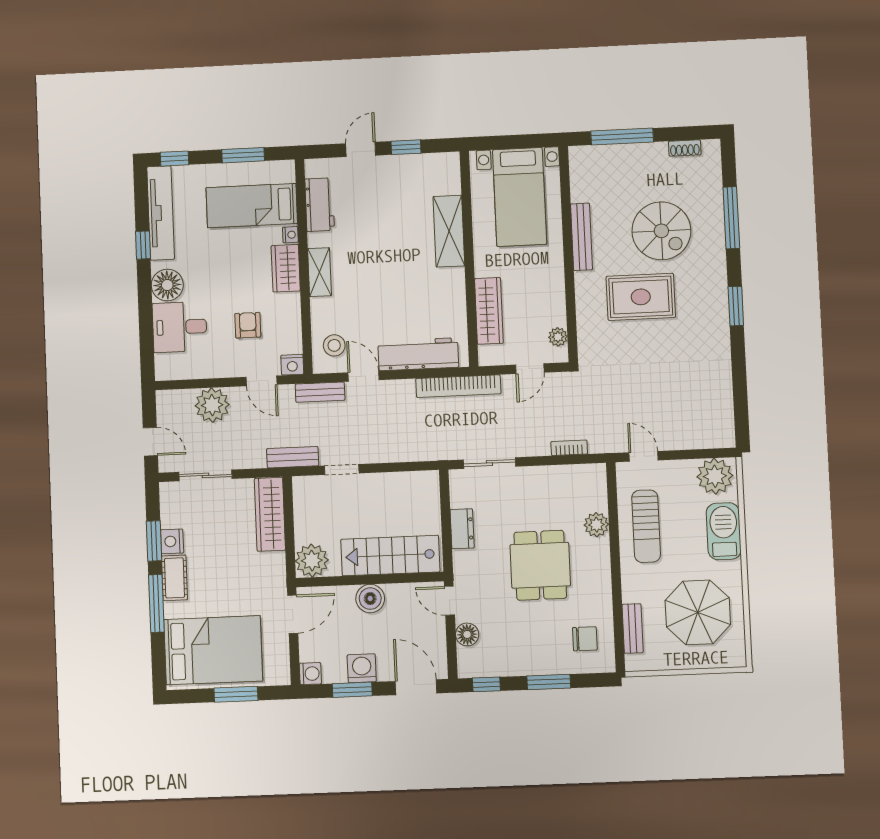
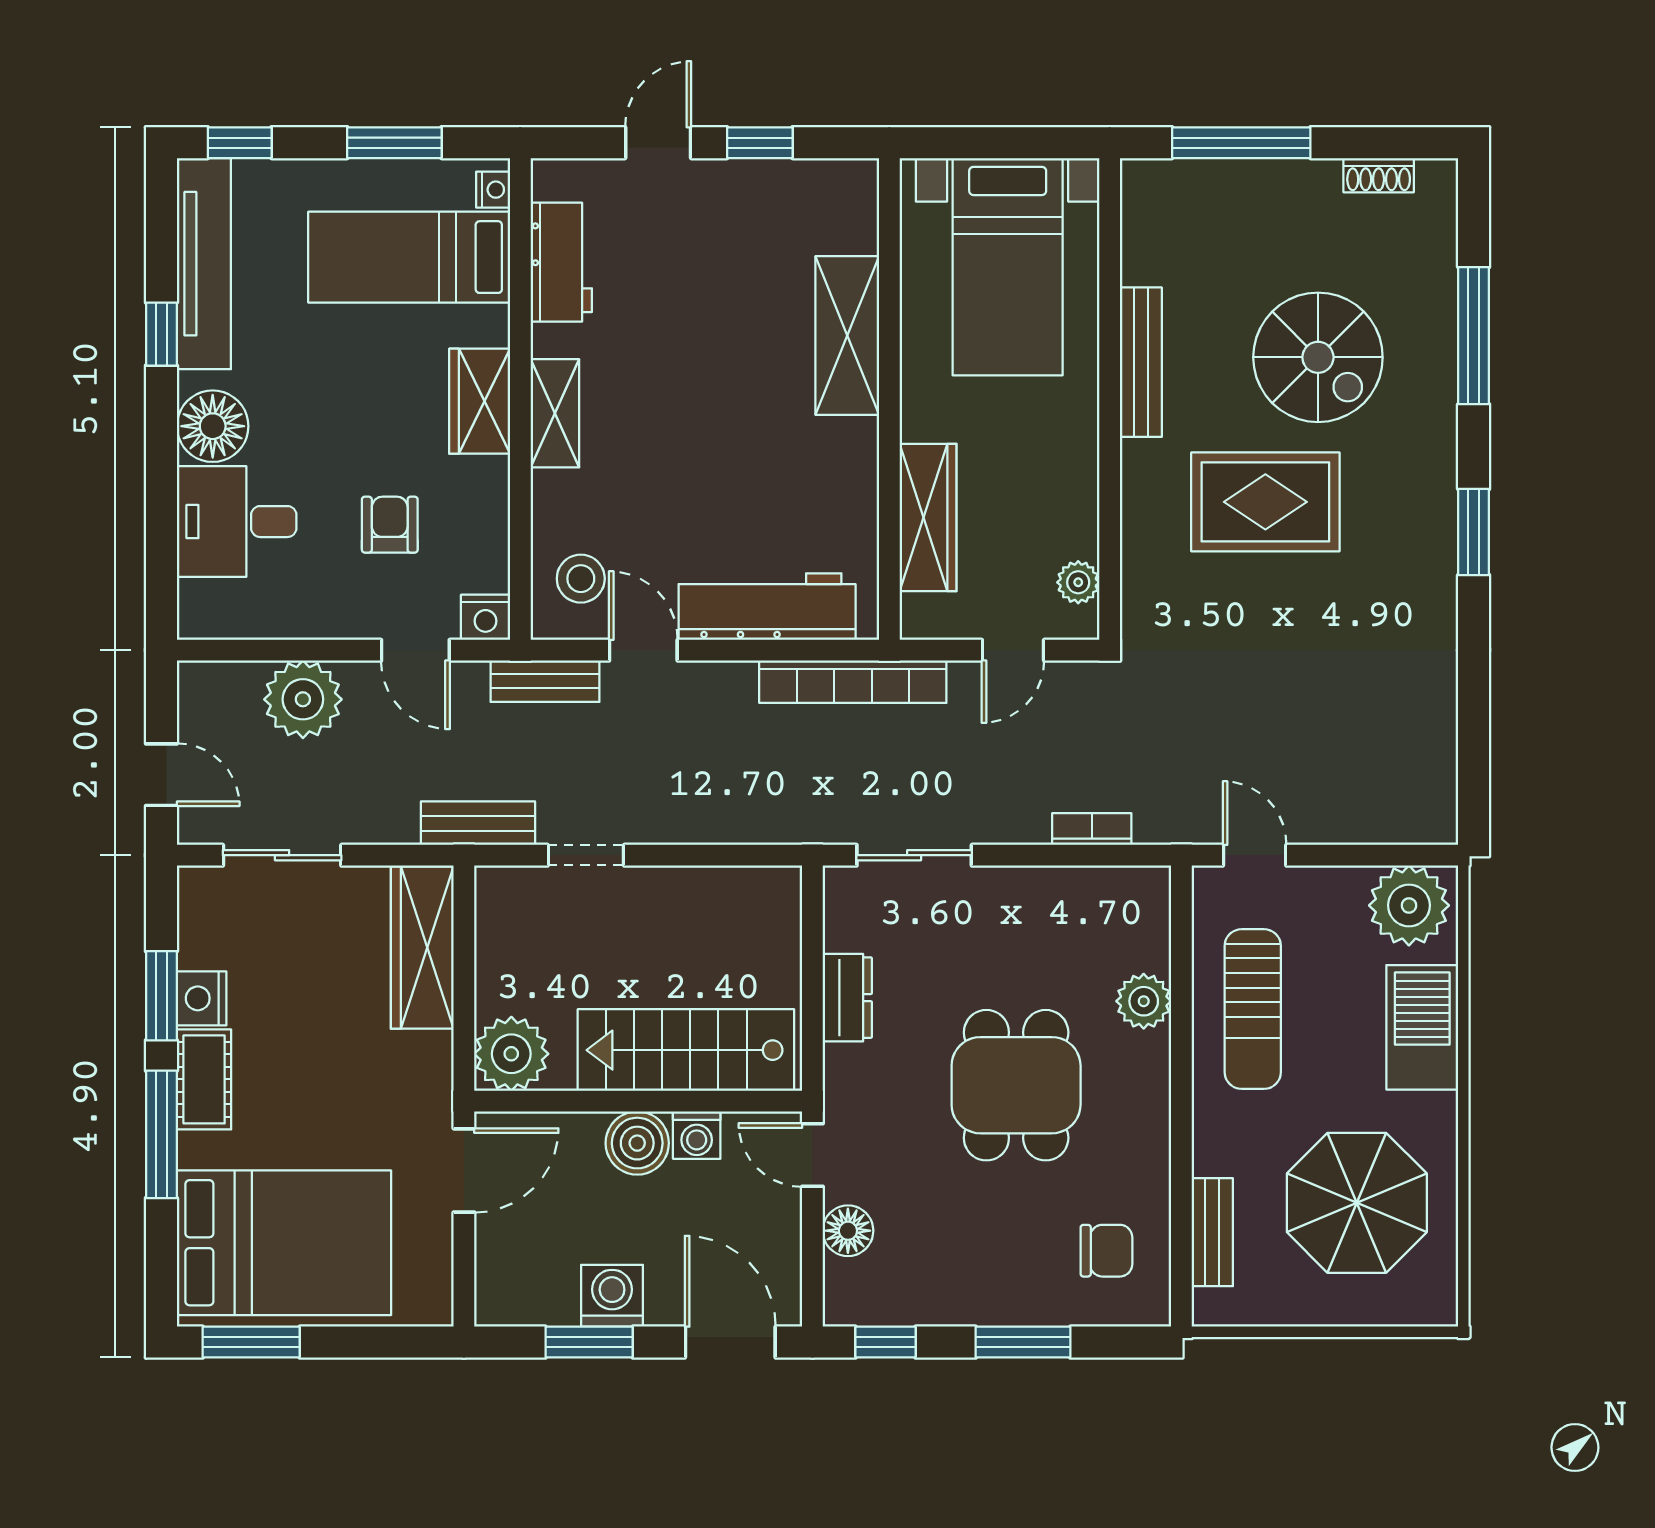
nightstand: (290, 235) -> (493, 190), moved
washing machine: (310, 674) -> (697, 1135), moved, turned 90
window: (236, 694) -> (251, 1342), moved

